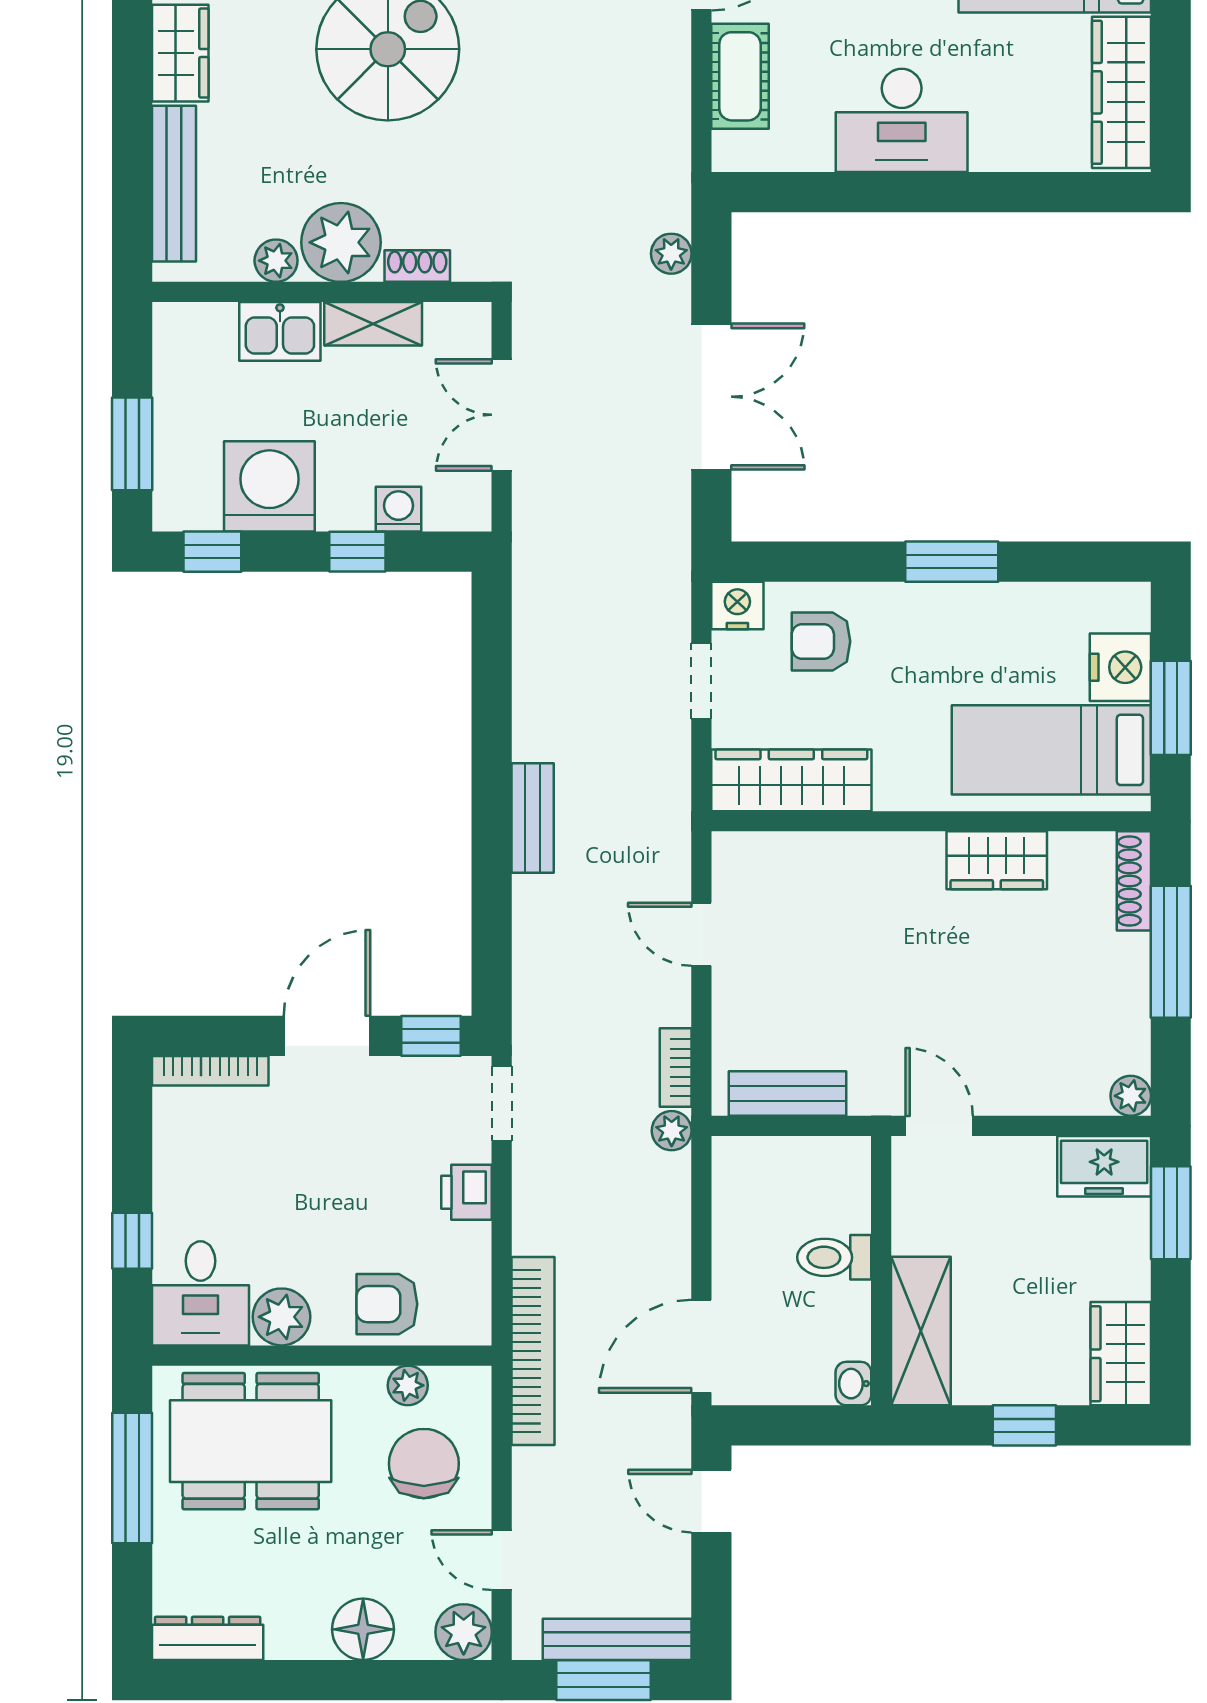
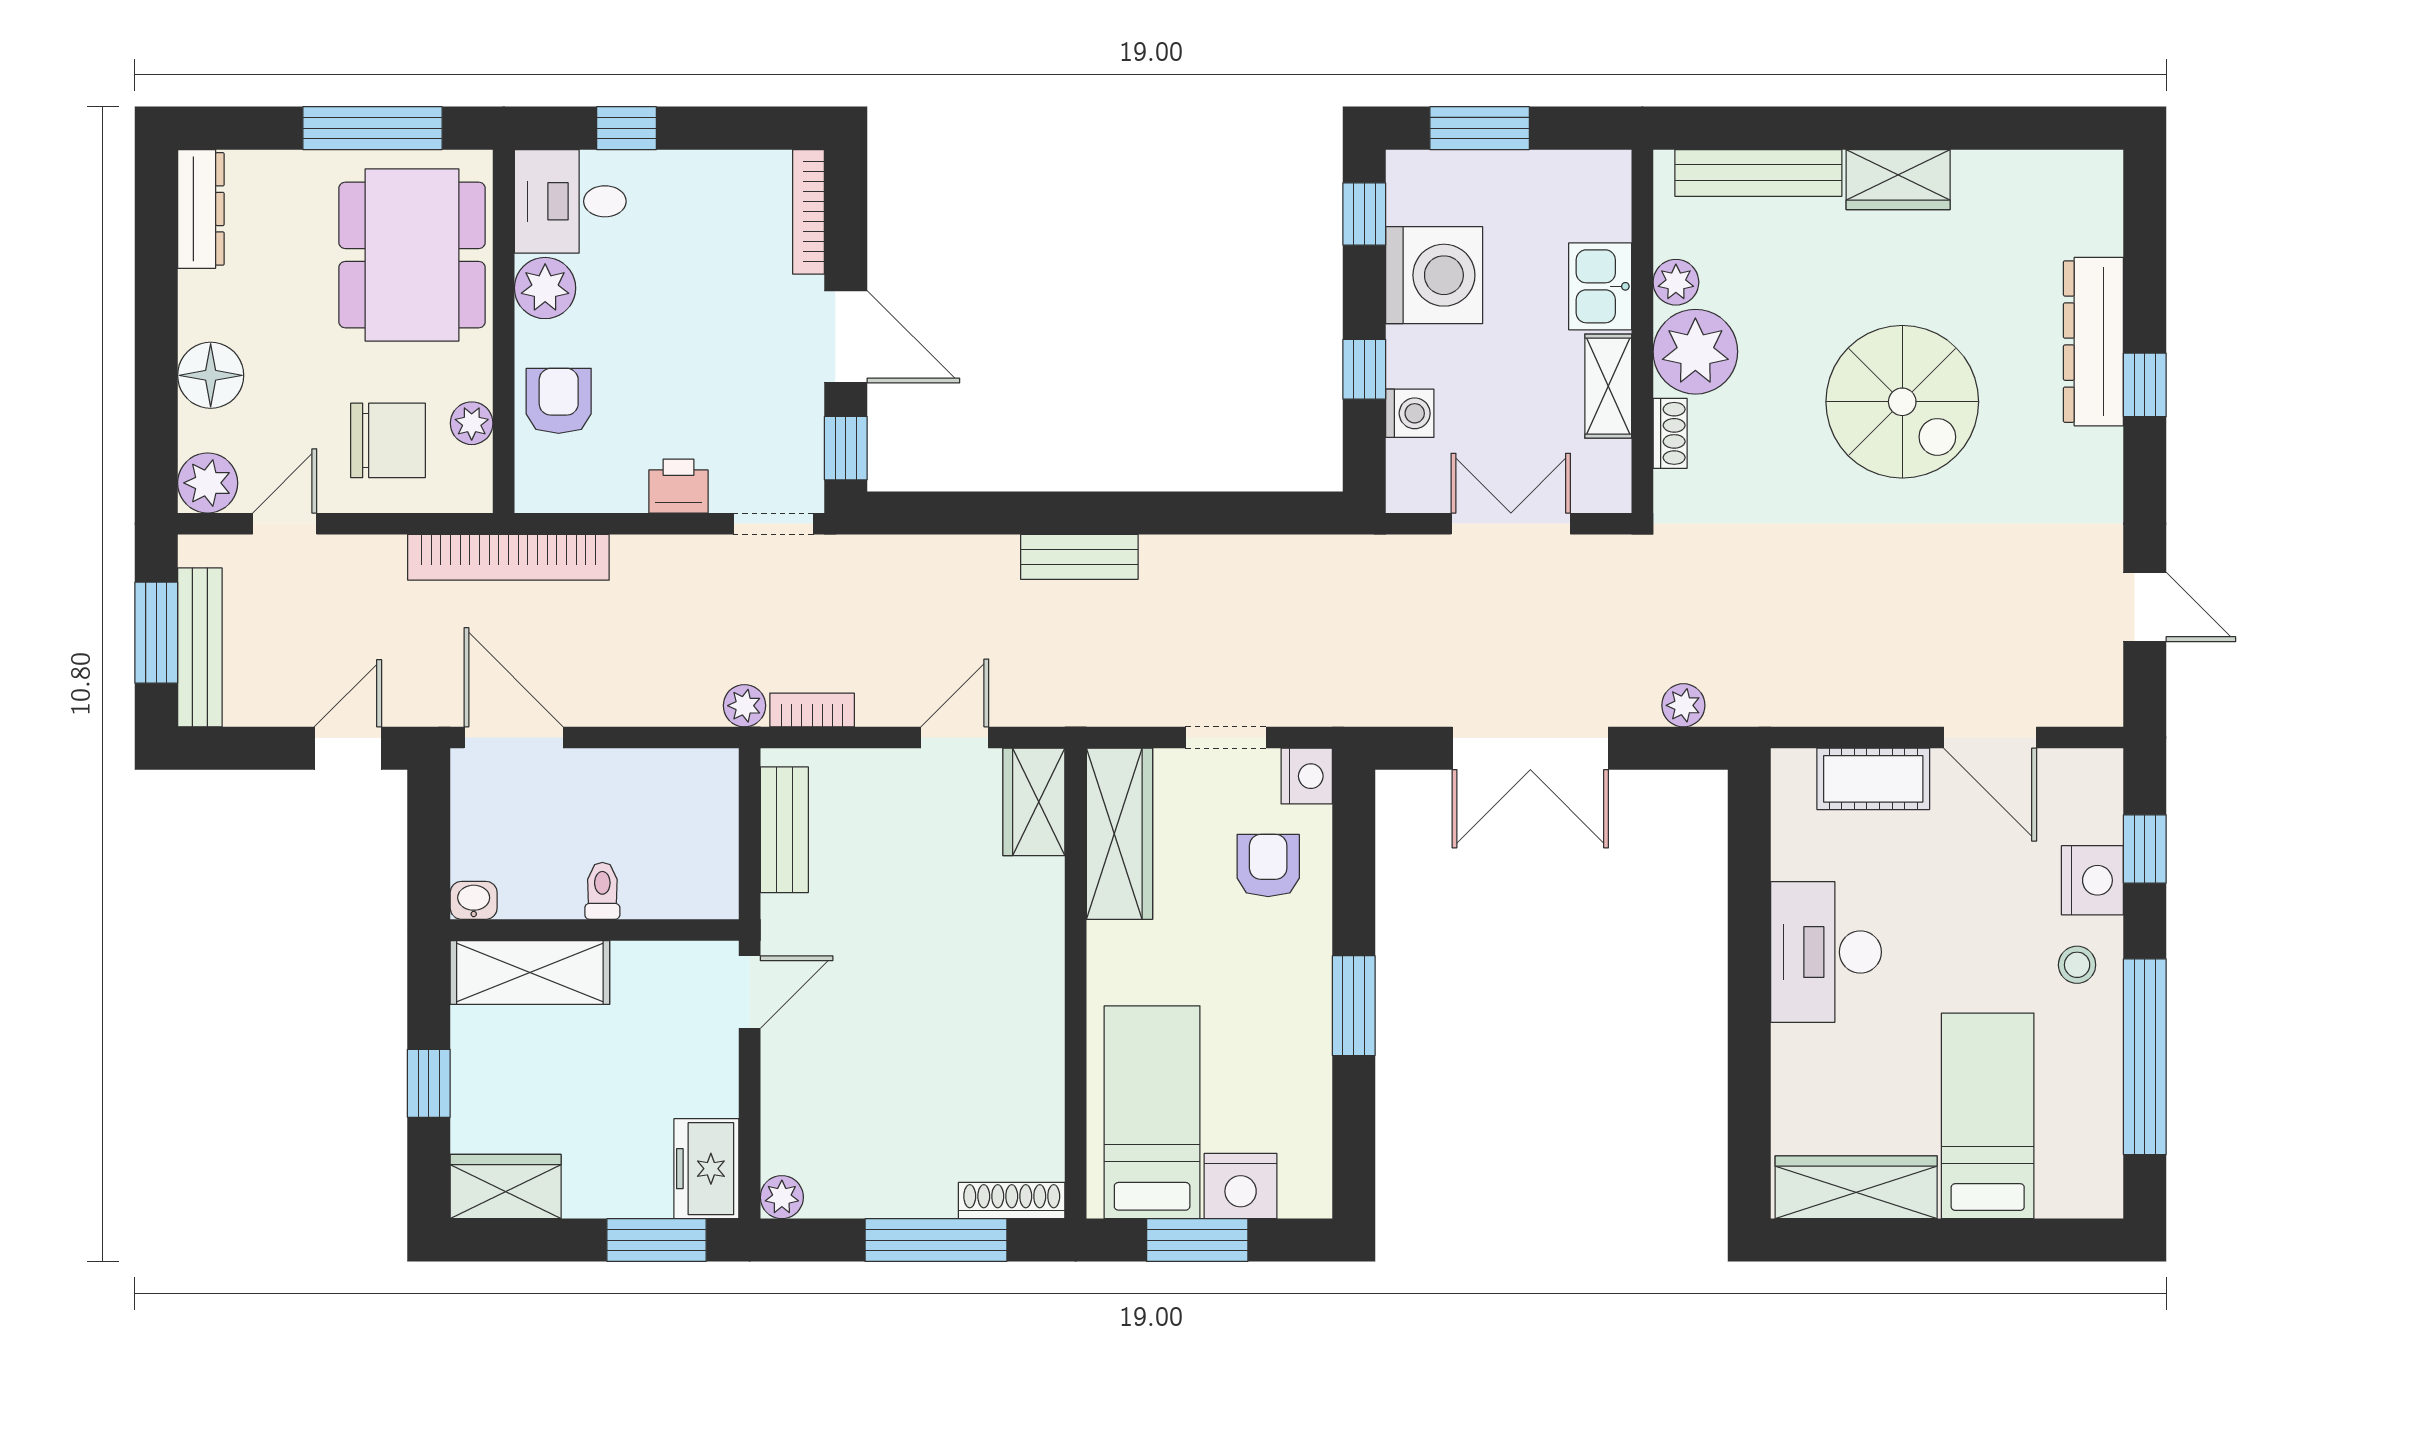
wardrobe: (997, 860) -> (1034, 802), moved
toilet: (834, 1257) -> (602, 891), width x0.73, depth x0.72

